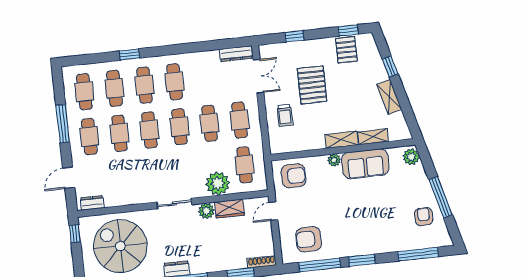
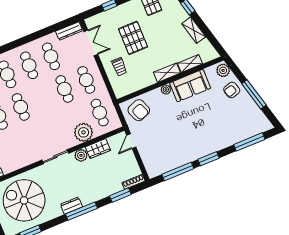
cafe table: (179, 127) -> (51, 56), moved
armchair: (293, 176) -> (139, 110), turned 69
armchair: (424, 217) -> (232, 90), moved, turned -106
armchair: (309, 239) -> (164, 155), removed

